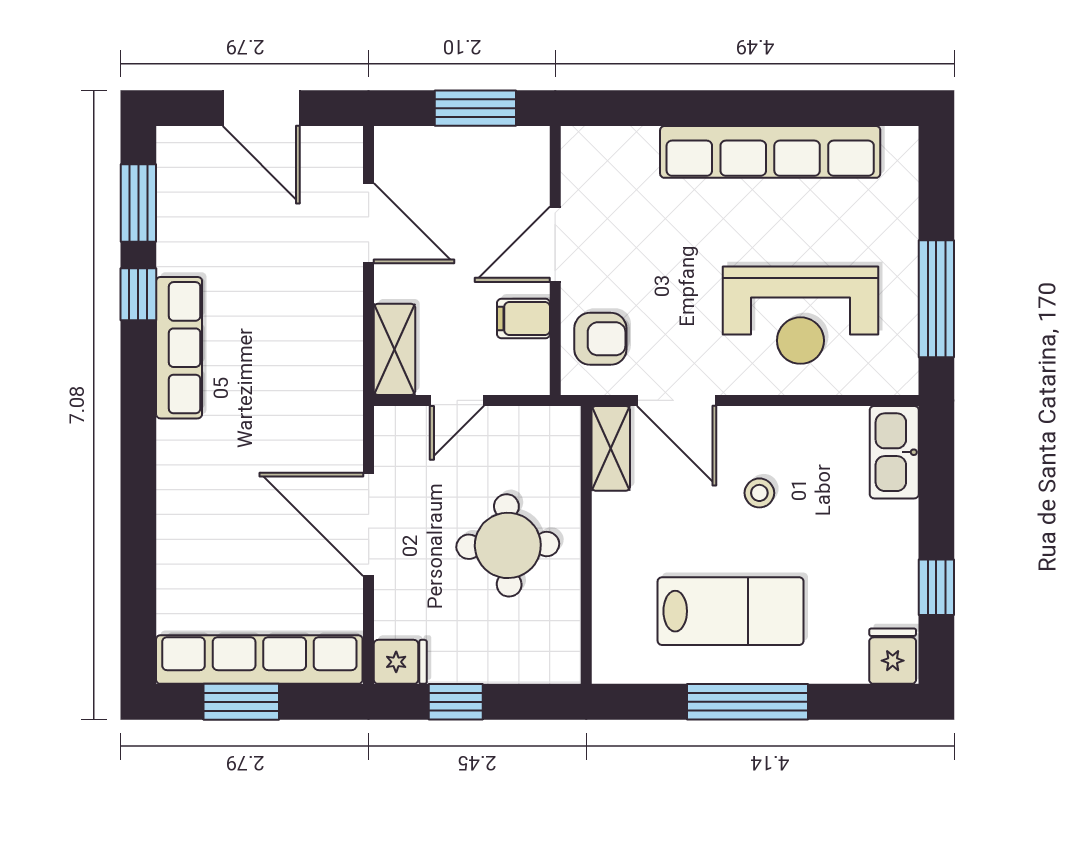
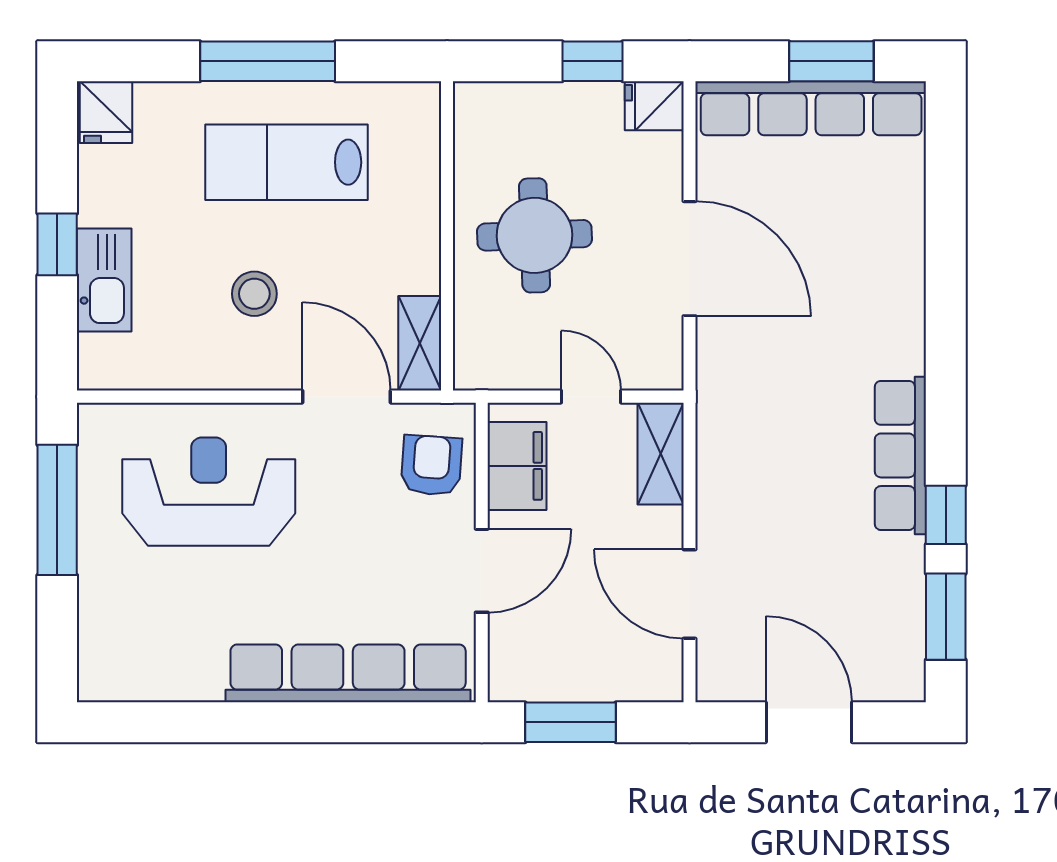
row of seats: (770, 152) -> (348, 673), moved
filing cabinet: (523, 319) -> (517, 466), width x2.00
armchair: (600, 339) -> (431, 465), turned 94
door: (457, 400) -> (591, 397), hinge flipped
kitchen sink: (894, 452) -> (104, 280), moved
stool: (759, 493) -> (254, 294), width x1.37, depth x1.37
window: (936, 587) -> (57, 244), moved

